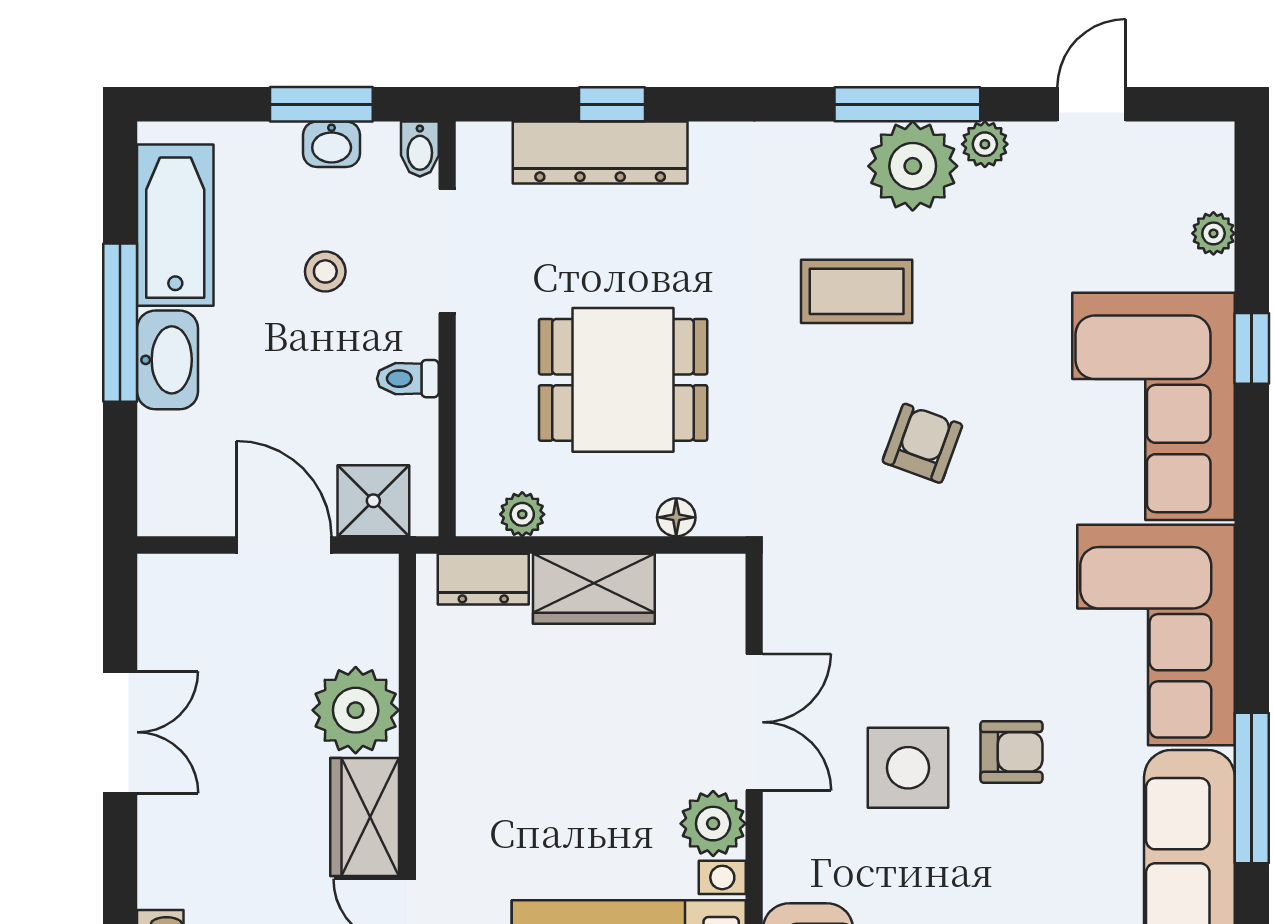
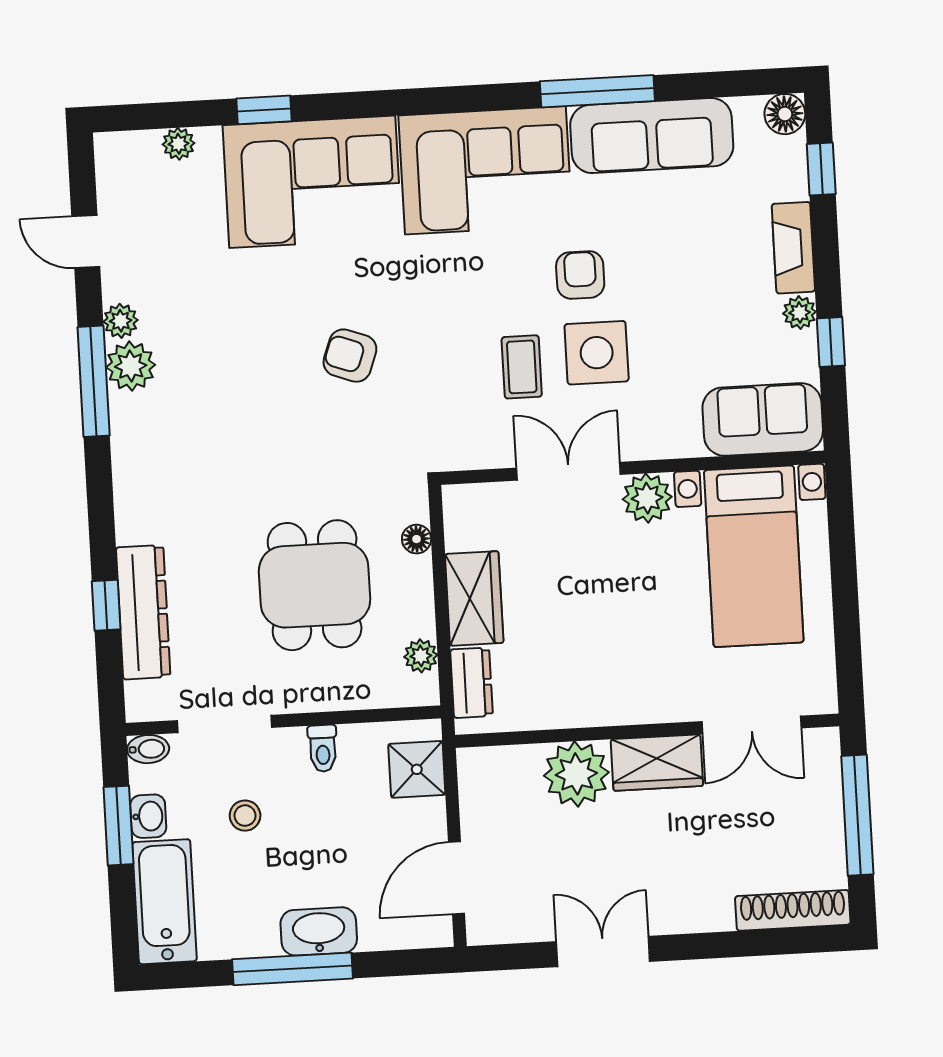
plant: (913, 166) -> (131, 366), width x0.73, depth x0.73
bathtub: (175, 225) -> (165, 902), moved, turned 90
coffee table: (857, 291) -> (522, 367), moved, width x0.73, depth x0.77
door: (284, 545) -> (456, 878), moved

